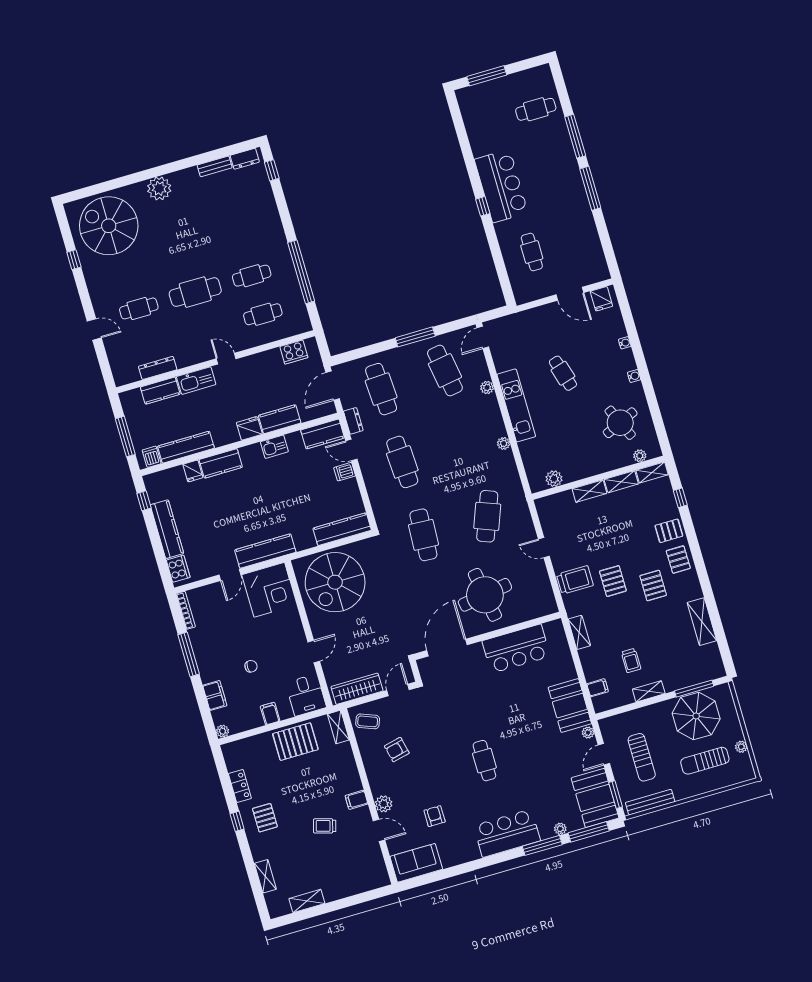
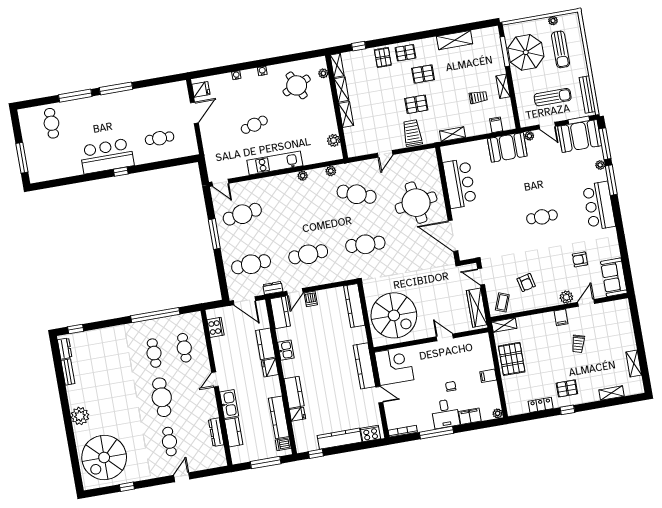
plant: (487, 387) -> (331, 171), moved
desk: (306, 695) -> (445, 414), moved, turned 90

